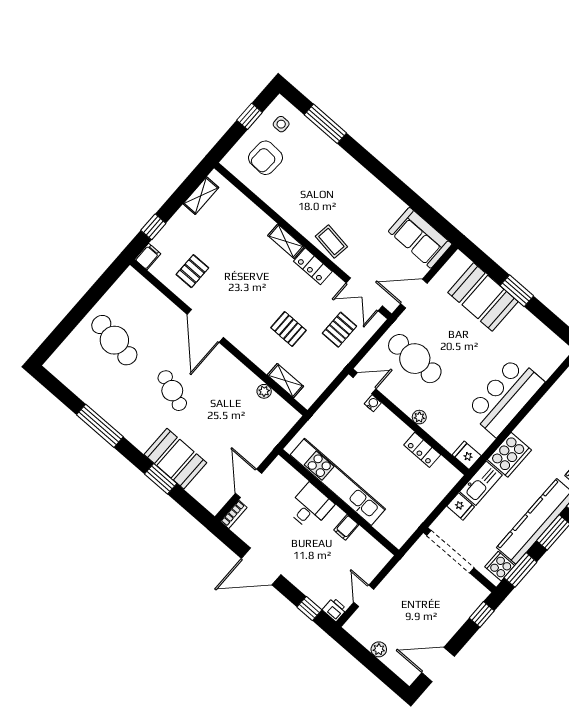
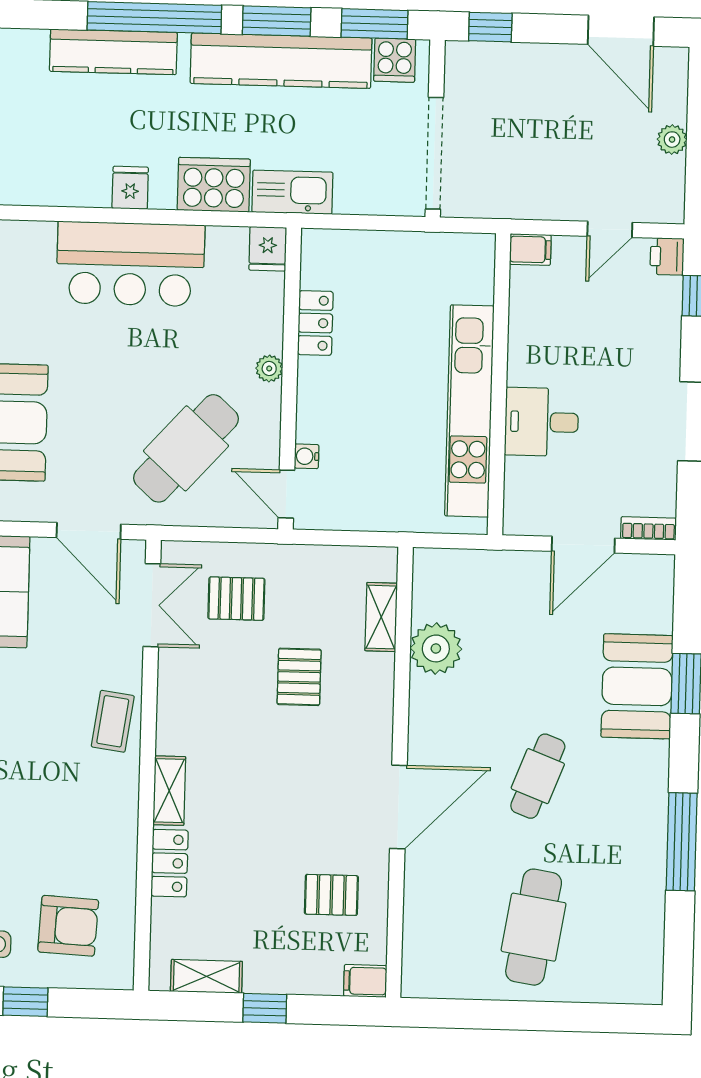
window: (153, 227) -> (265, 1008), moved
locker: (313, 266) -> (170, 863), moved
cafe table: (415, 359) -> (186, 448), turned 42
plant: (264, 391) -> (436, 648), width x1.88, depth x1.88
fridge: (461, 506) -> (130, 188), moved
filing cabinet: (346, 527) -> (530, 250), moved

